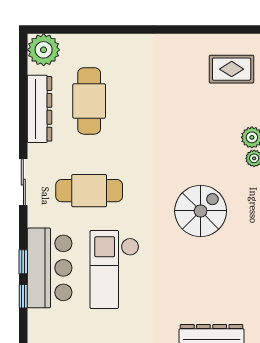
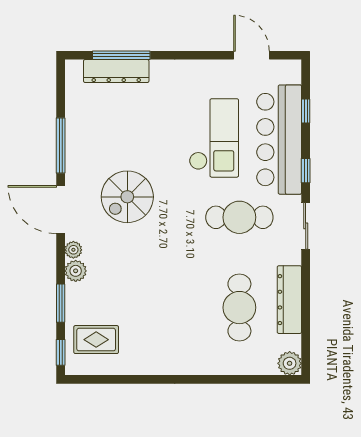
plant: (44, 50) -> (290, 363), width x0.73, depth x0.73
window: (23, 262) -> (306, 171), moved
bar counter: (50, 268) -> (279, 140), width x1.36

